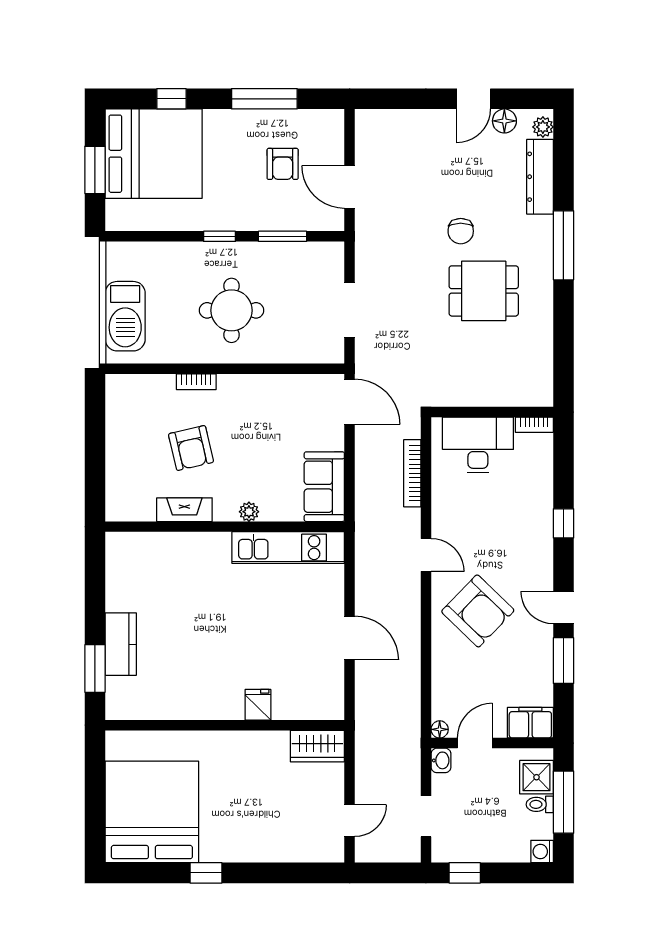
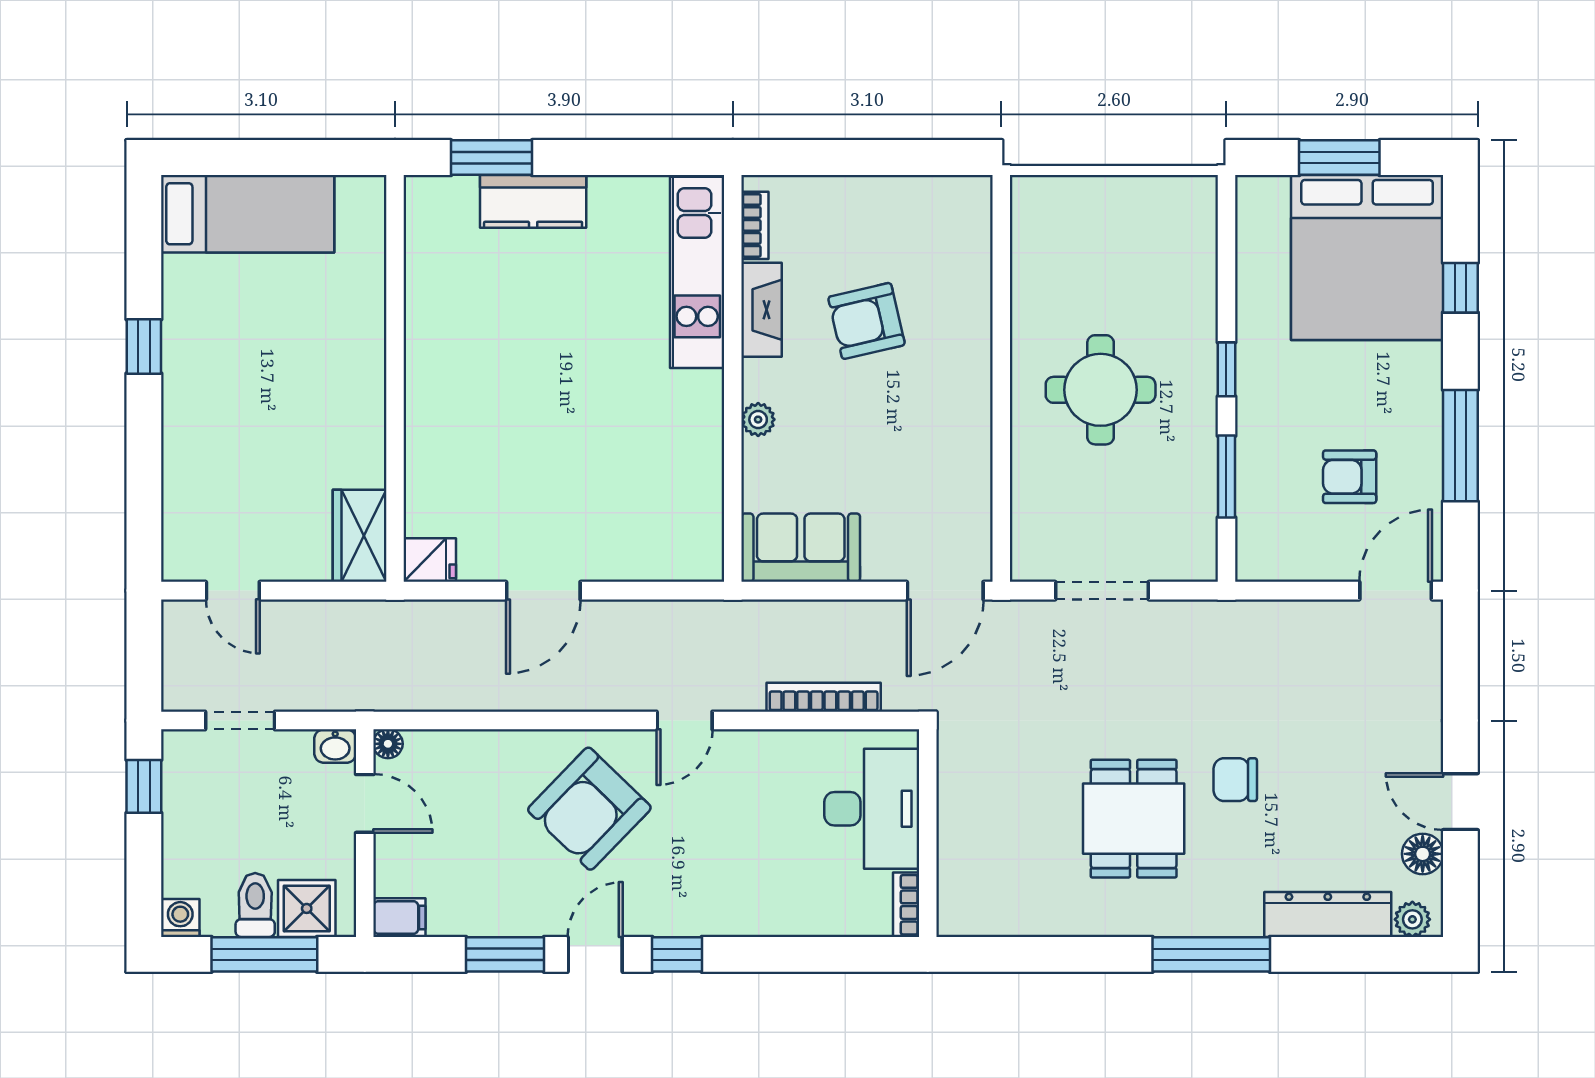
door: (350, 187) -> (1396, 591), moved
barbecue: (125, 316) -> (1091, 209), removed
bookcase: (196, 382) -> (755, 225), moved, turned 180
window: (563, 523) -> (677, 954), moved
kitchen unit: (288, 548) -> (697, 272), moved
fridge: (258, 705) -> (430, 560), moved
filing cabinet: (530, 723) -> (399, 918), width x0.50
toilet: (540, 804) -> (255, 905), width x1.37, depth x1.39
bed: (152, 812) -> (248, 214), width x0.49

